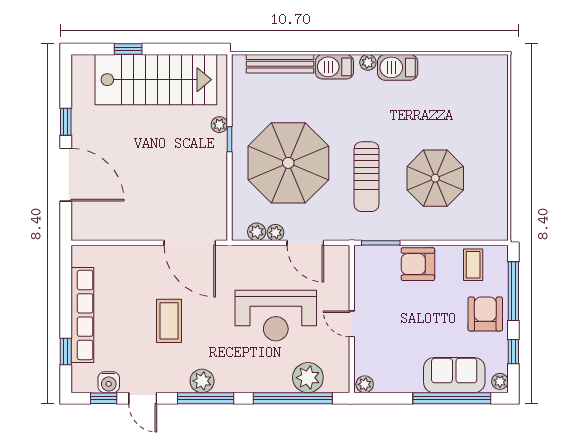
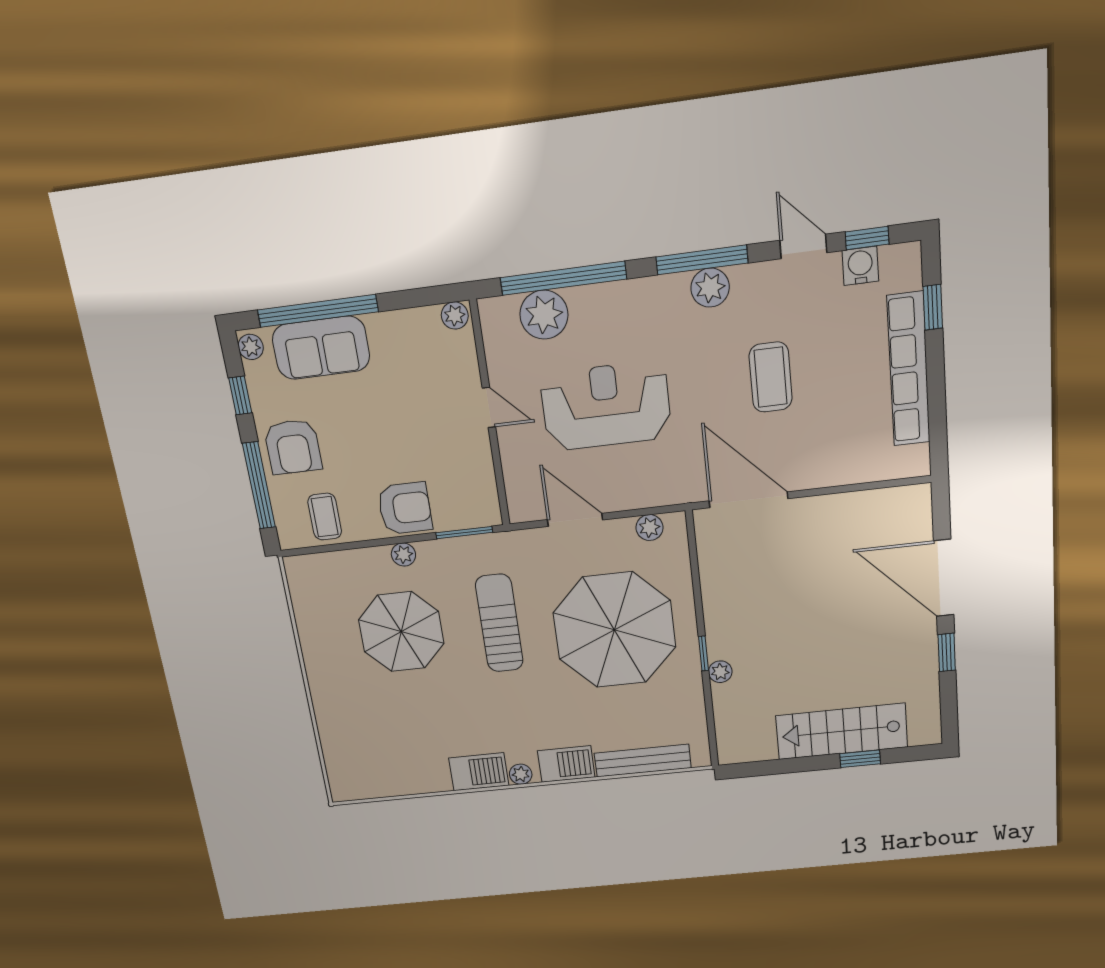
stairs: (156, 80) -> (842, 731), width x0.73, depth x0.66
plant: (275, 233) -> (403, 555), moved

